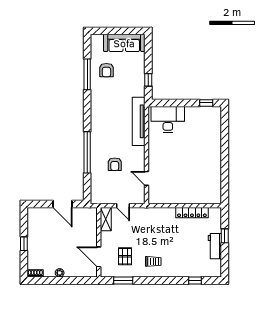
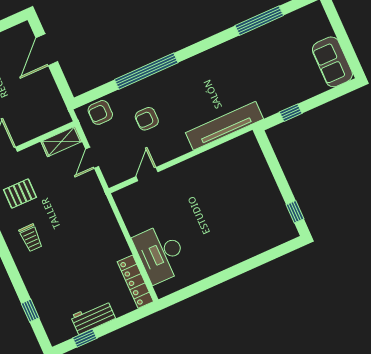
sofa: (124, 43) -> (332, 62), width x0.73
armchair: (106, 70) -> (100, 112), moved
desk: (168, 119) -> (161, 253), moved, turned 180
door: (63, 204) -> (47, 50), moved
locker: (192, 213) -> (135, 282), moved
window: (225, 236) -> (85, 338), moved

